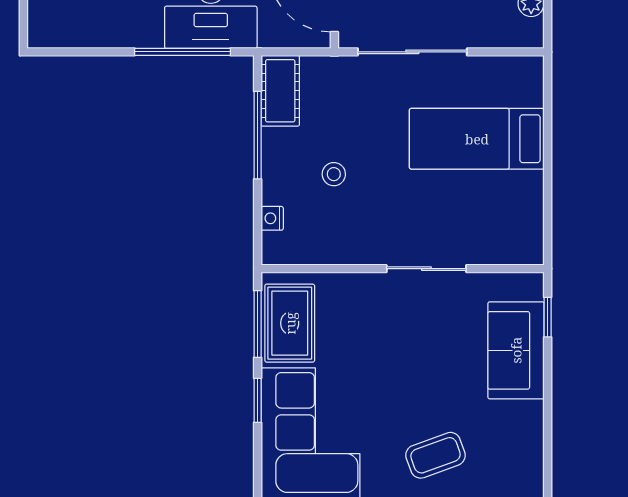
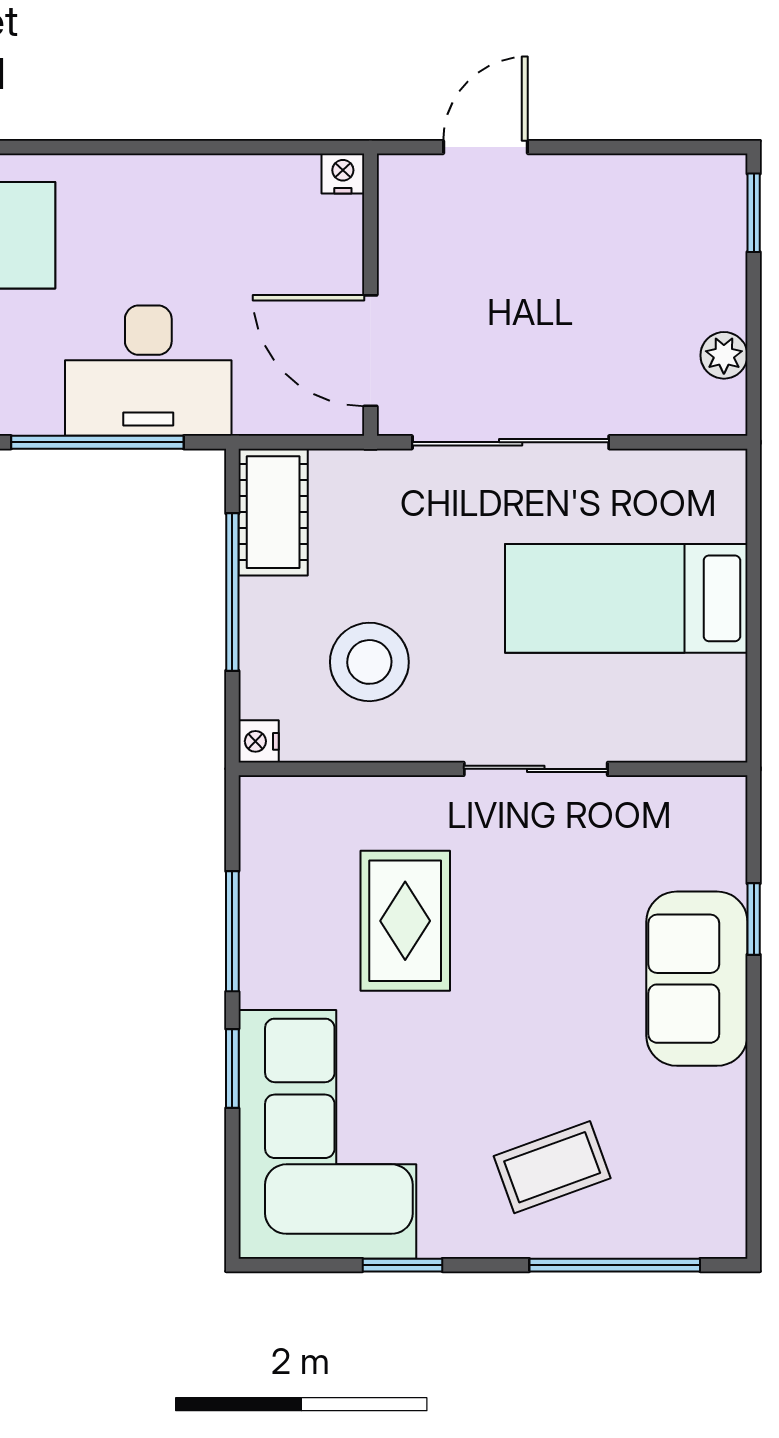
stool: (334, 174) -> (369, 662), width x1.89, depth x1.89
wall: (403, 269) -> (493, 769), moved
sliding door: (426, 269) -> (536, 769), moved
rug: (290, 323) -> (405, 921), moved

